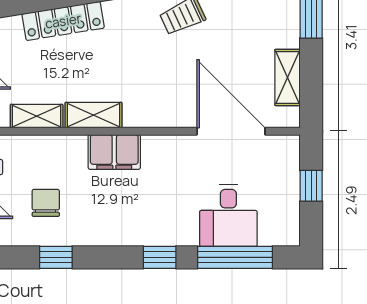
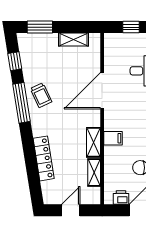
door: (231, 131) -> (102, 91), moved
filing cabinet: (114, 152) -> (113, 138), width x0.50

